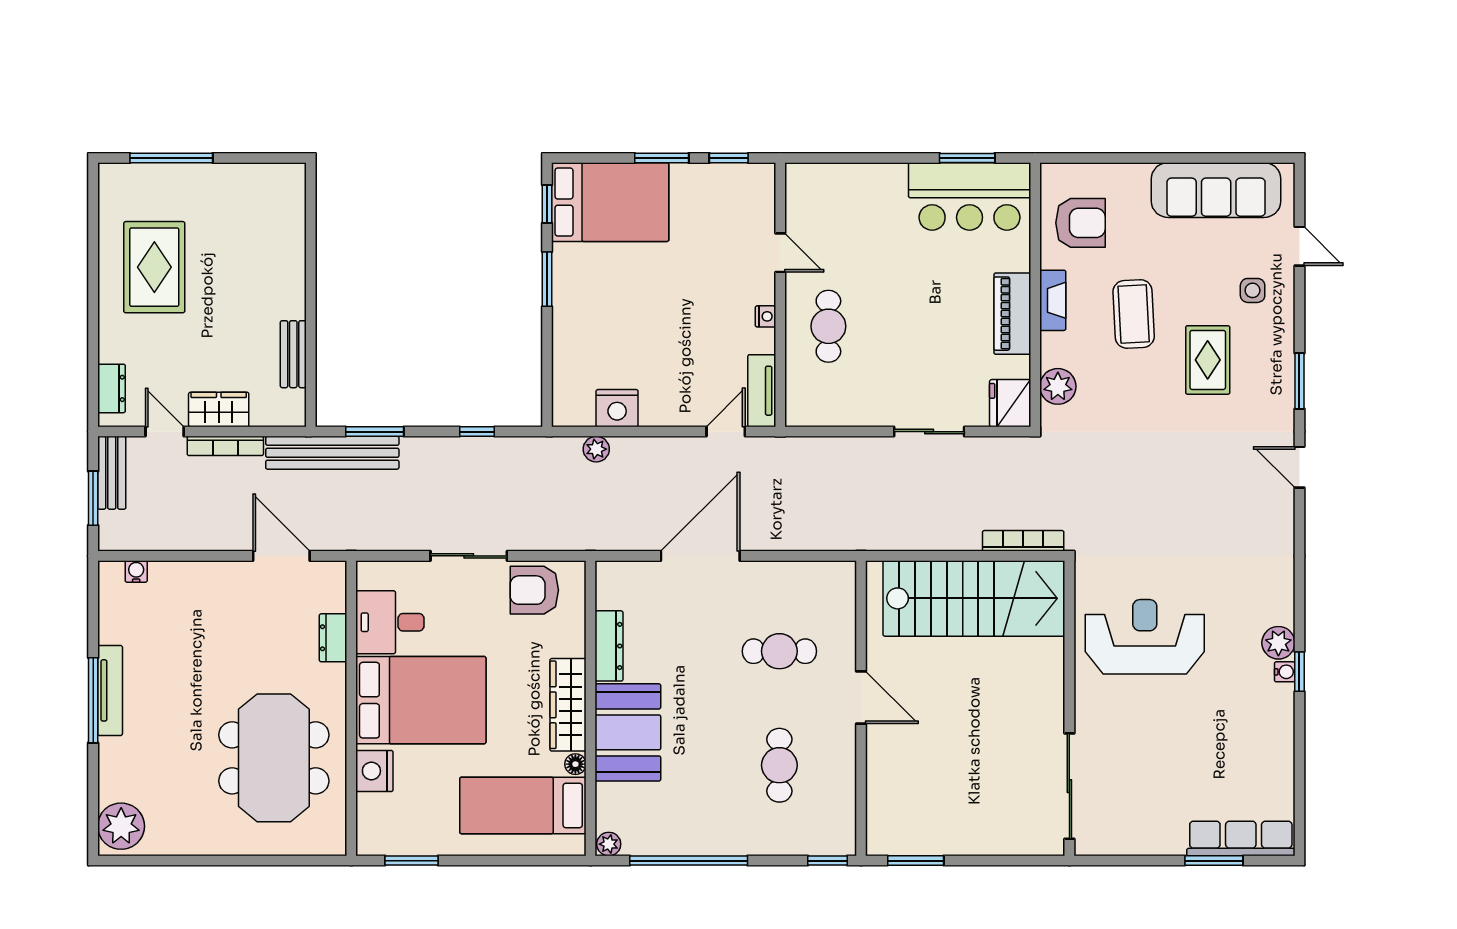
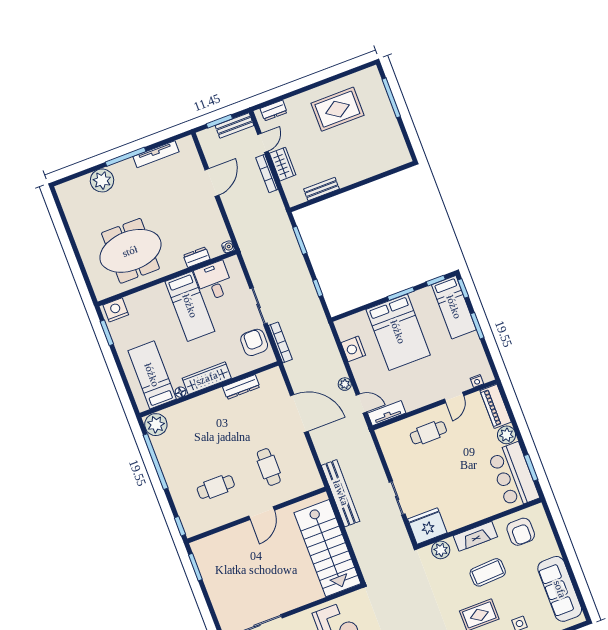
window: (729, 158) -> (463, 288), moved
plant: (888, 181) -> (506, 435), added
bed: (610, 202) -> (454, 307), width x0.67
fireplace: (1053, 300) -> (475, 536), width x1.37, depth x1.32
bed: (618, 312) -> (398, 332), added
piano: (1012, 314) -> (496, 406), moved, turned -90
nightstand: (766, 316) -> (477, 381), moved
fridge: (1010, 403) -> (427, 526), width x1.36, depth x1.34
plant: (596, 449) -> (345, 384), moved
bench: (332, 453) -> (341, 493), moved
bookcase: (1023, 541) -> (280, 342), moved
door: (281, 556) -> (212, 183), moved
water cooler: (136, 571) -> (228, 247), moved
tv unit: (110, 690) -> (156, 154), moved
bed: (421, 700) -> (190, 306), width x0.67
booth: (628, 732) -> (204, 411), removed
nightstand: (374, 771) -> (116, 310), moved
plant: (121, 826) -> (102, 180), moved
plant: (609, 844) -> (156, 425), width x1.88, depth x1.88

